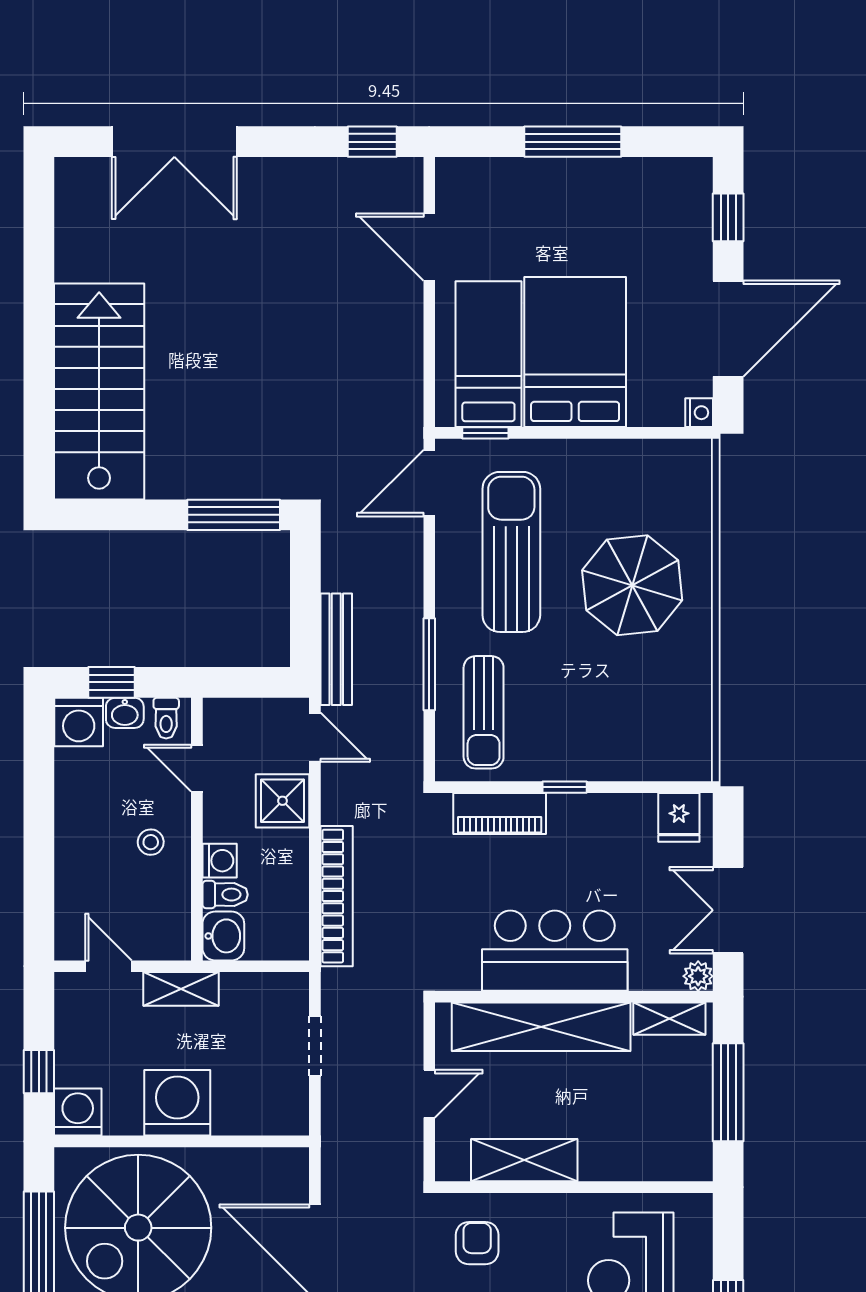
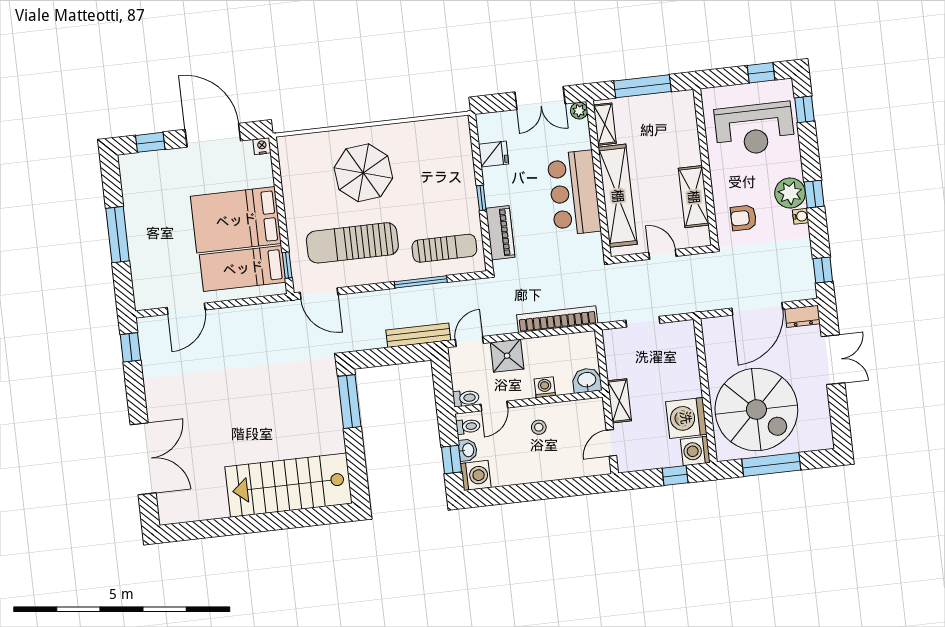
fridge: (679, 817) -> (494, 154), moved
toilet: (225, 895) -> (466, 398), moved, turned 90
washing machine: (177, 1103) -> (686, 418), moved

